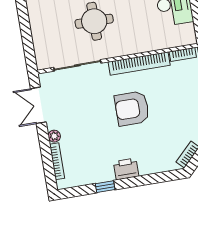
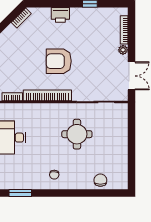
armchair: (132, 109) -> (59, 61), turned 180
printer: (126, 169) -> (60, 15), moved

